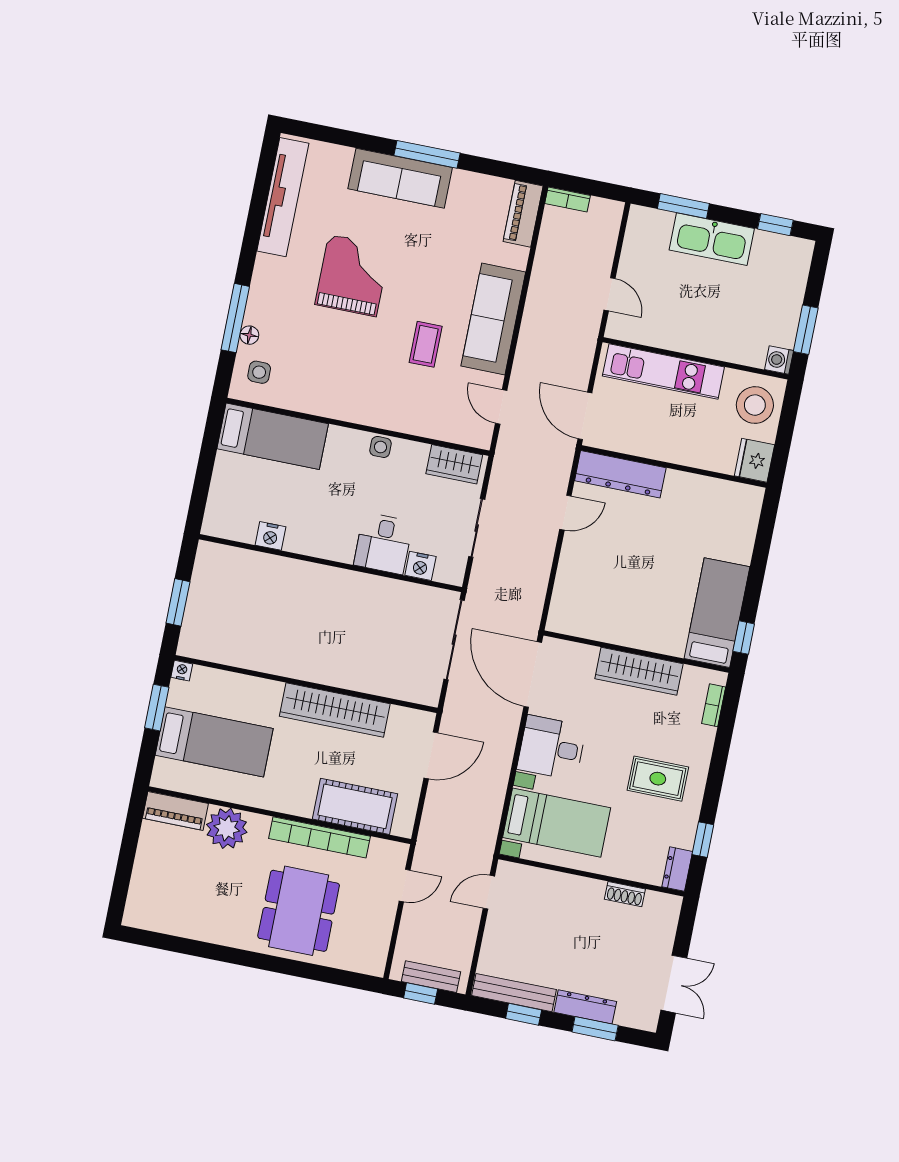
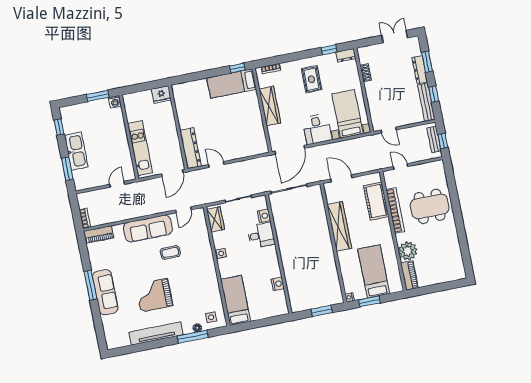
tv unit: (283, 197) -> (156, 334), moved
stool: (755, 405) -> (138, 104), removed

